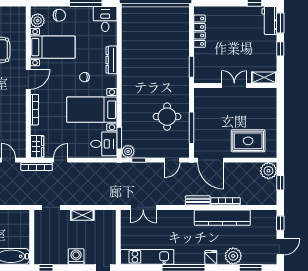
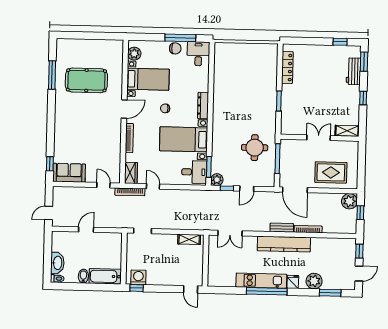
chair: (59, 15) -> (175, 48), moved
workbench: (269, 20) -> (353, 71), moved
window: (280, 49) -> (363, 98), moved
dresser: (112, 60) -> (203, 106), moved
chair: (84, 77) -> (165, 108), moved
shelving: (264, 78) -> (347, 131), moved
double door: (234, 86) -> (319, 138), moved
wall: (235, 86) -> (320, 138), moved
door: (61, 160) -> (153, 186), hinge flipped
door: (172, 160) -> (247, 189), moved
shelving: (82, 215) -> (189, 239), moved
kitchen counter: (222, 218) -> (284, 244), moved
washing machine: (76, 256) -> (138, 277), moved
kitchen unit: (147, 257) -> (261, 281), moved

